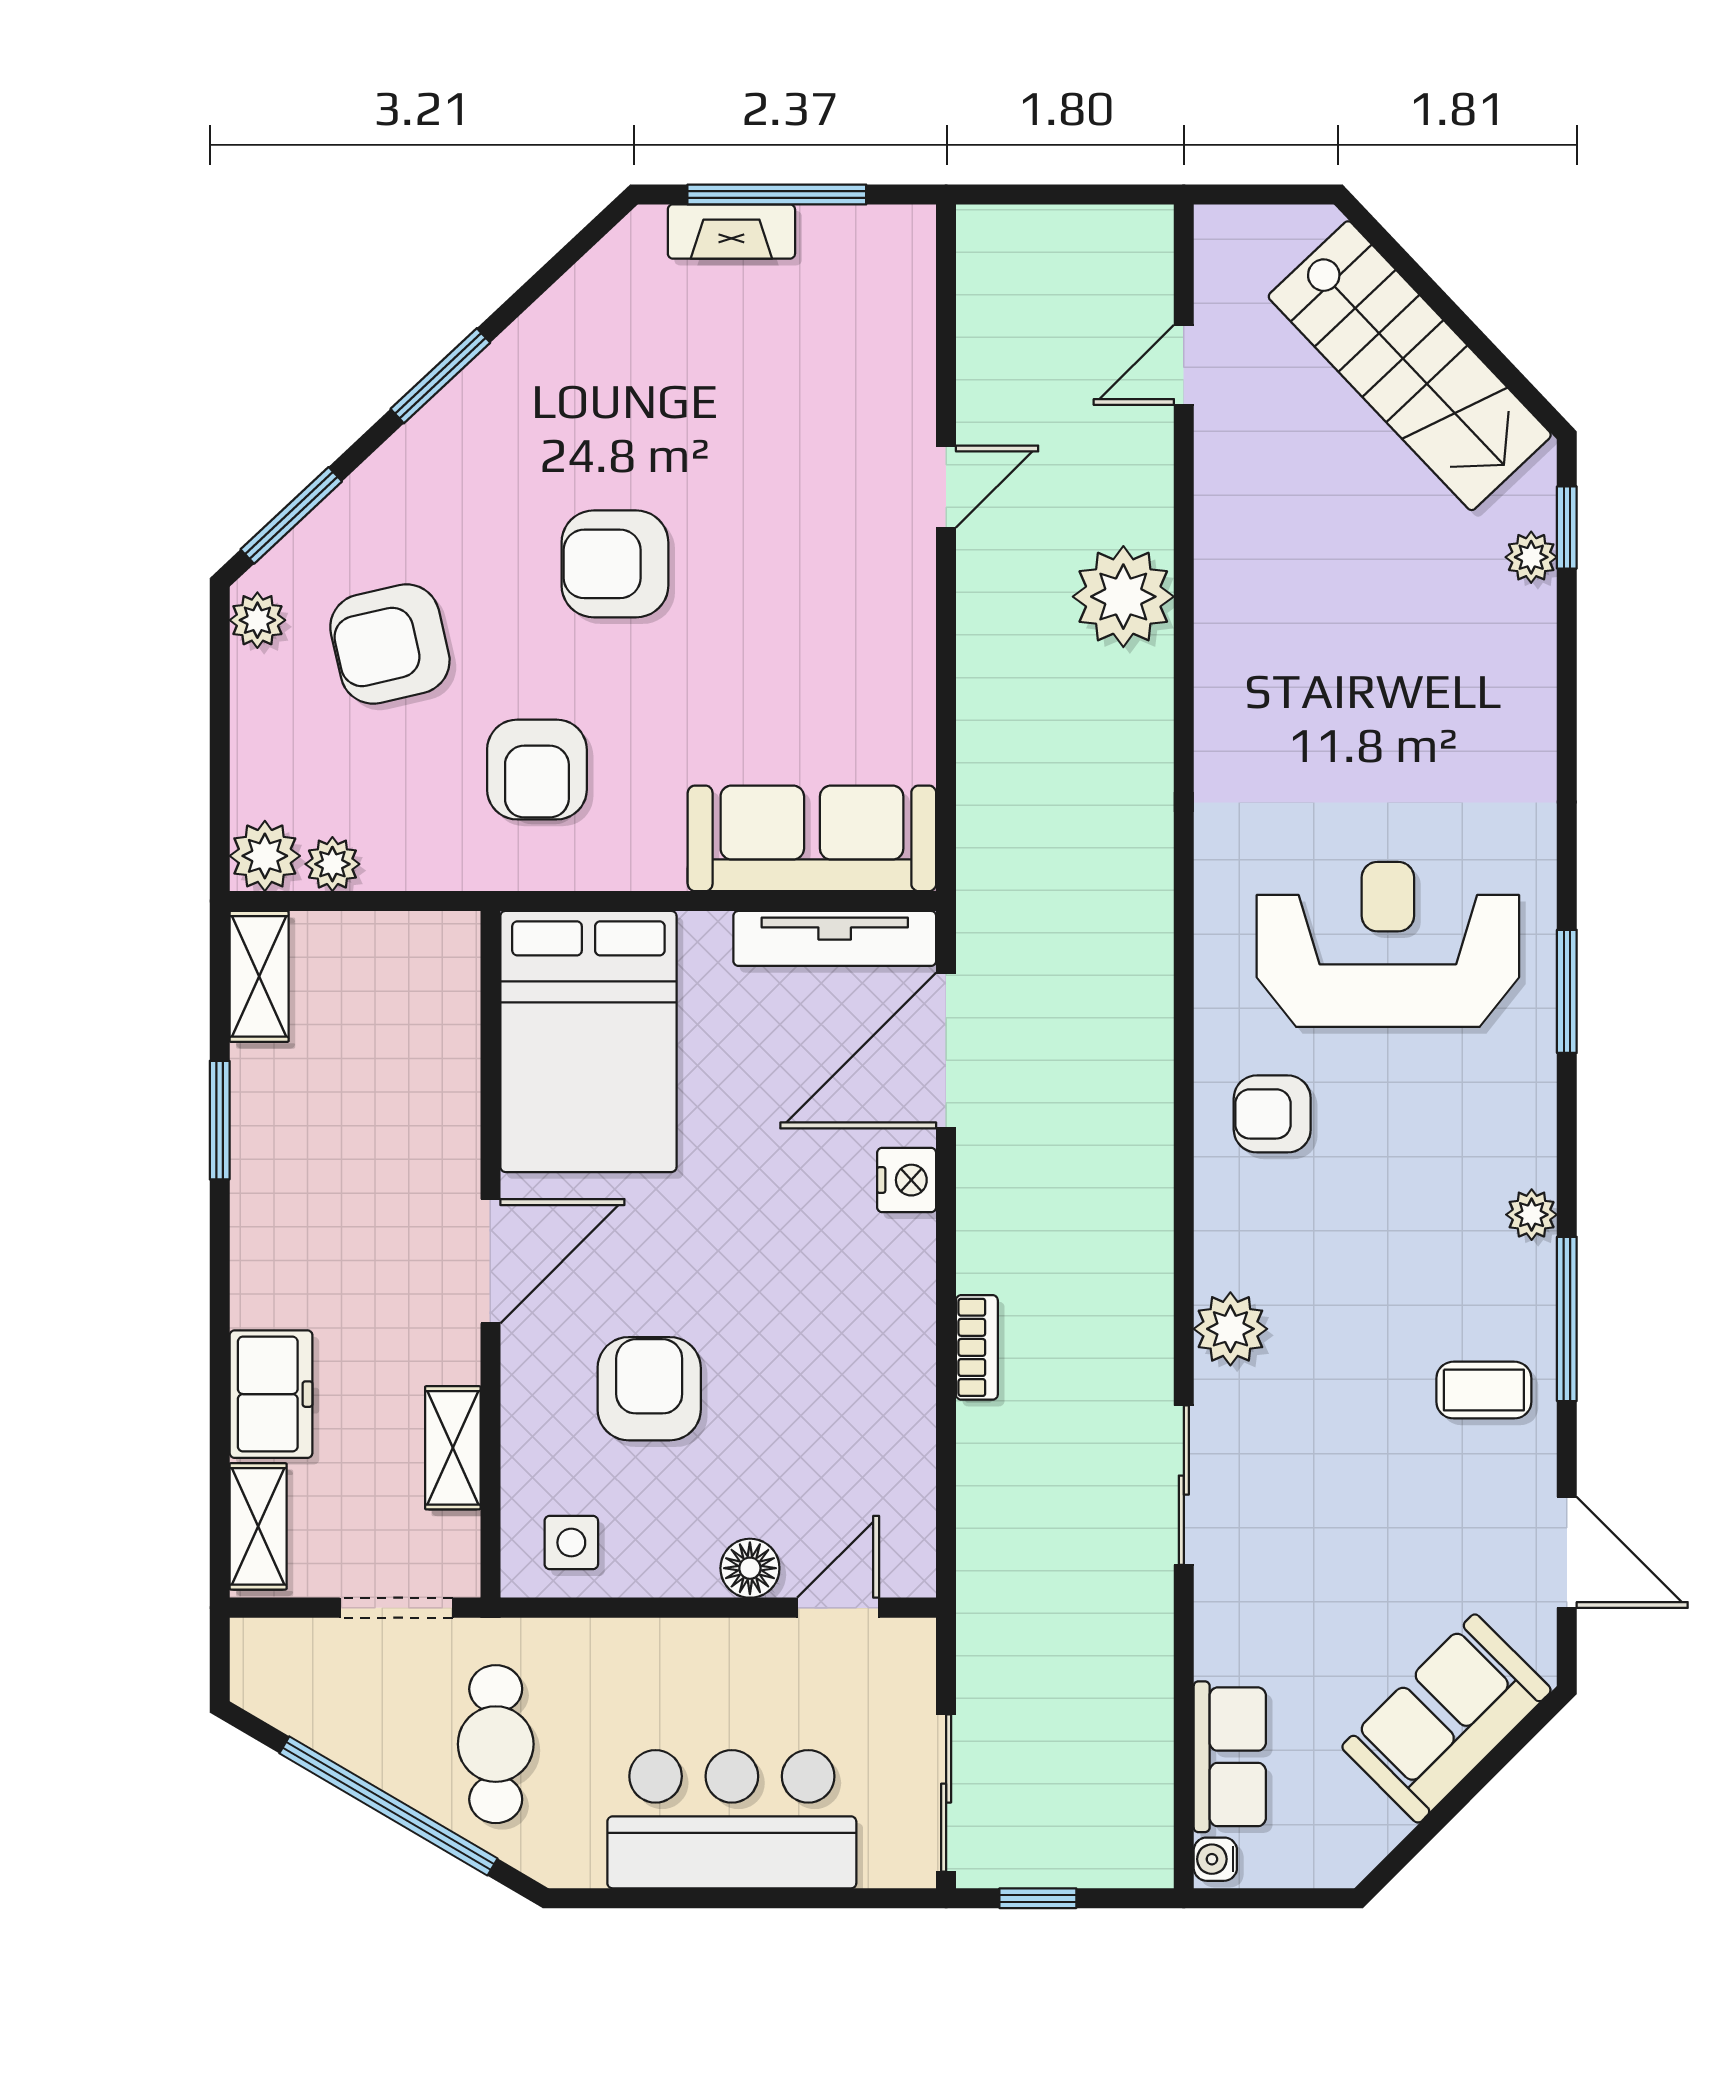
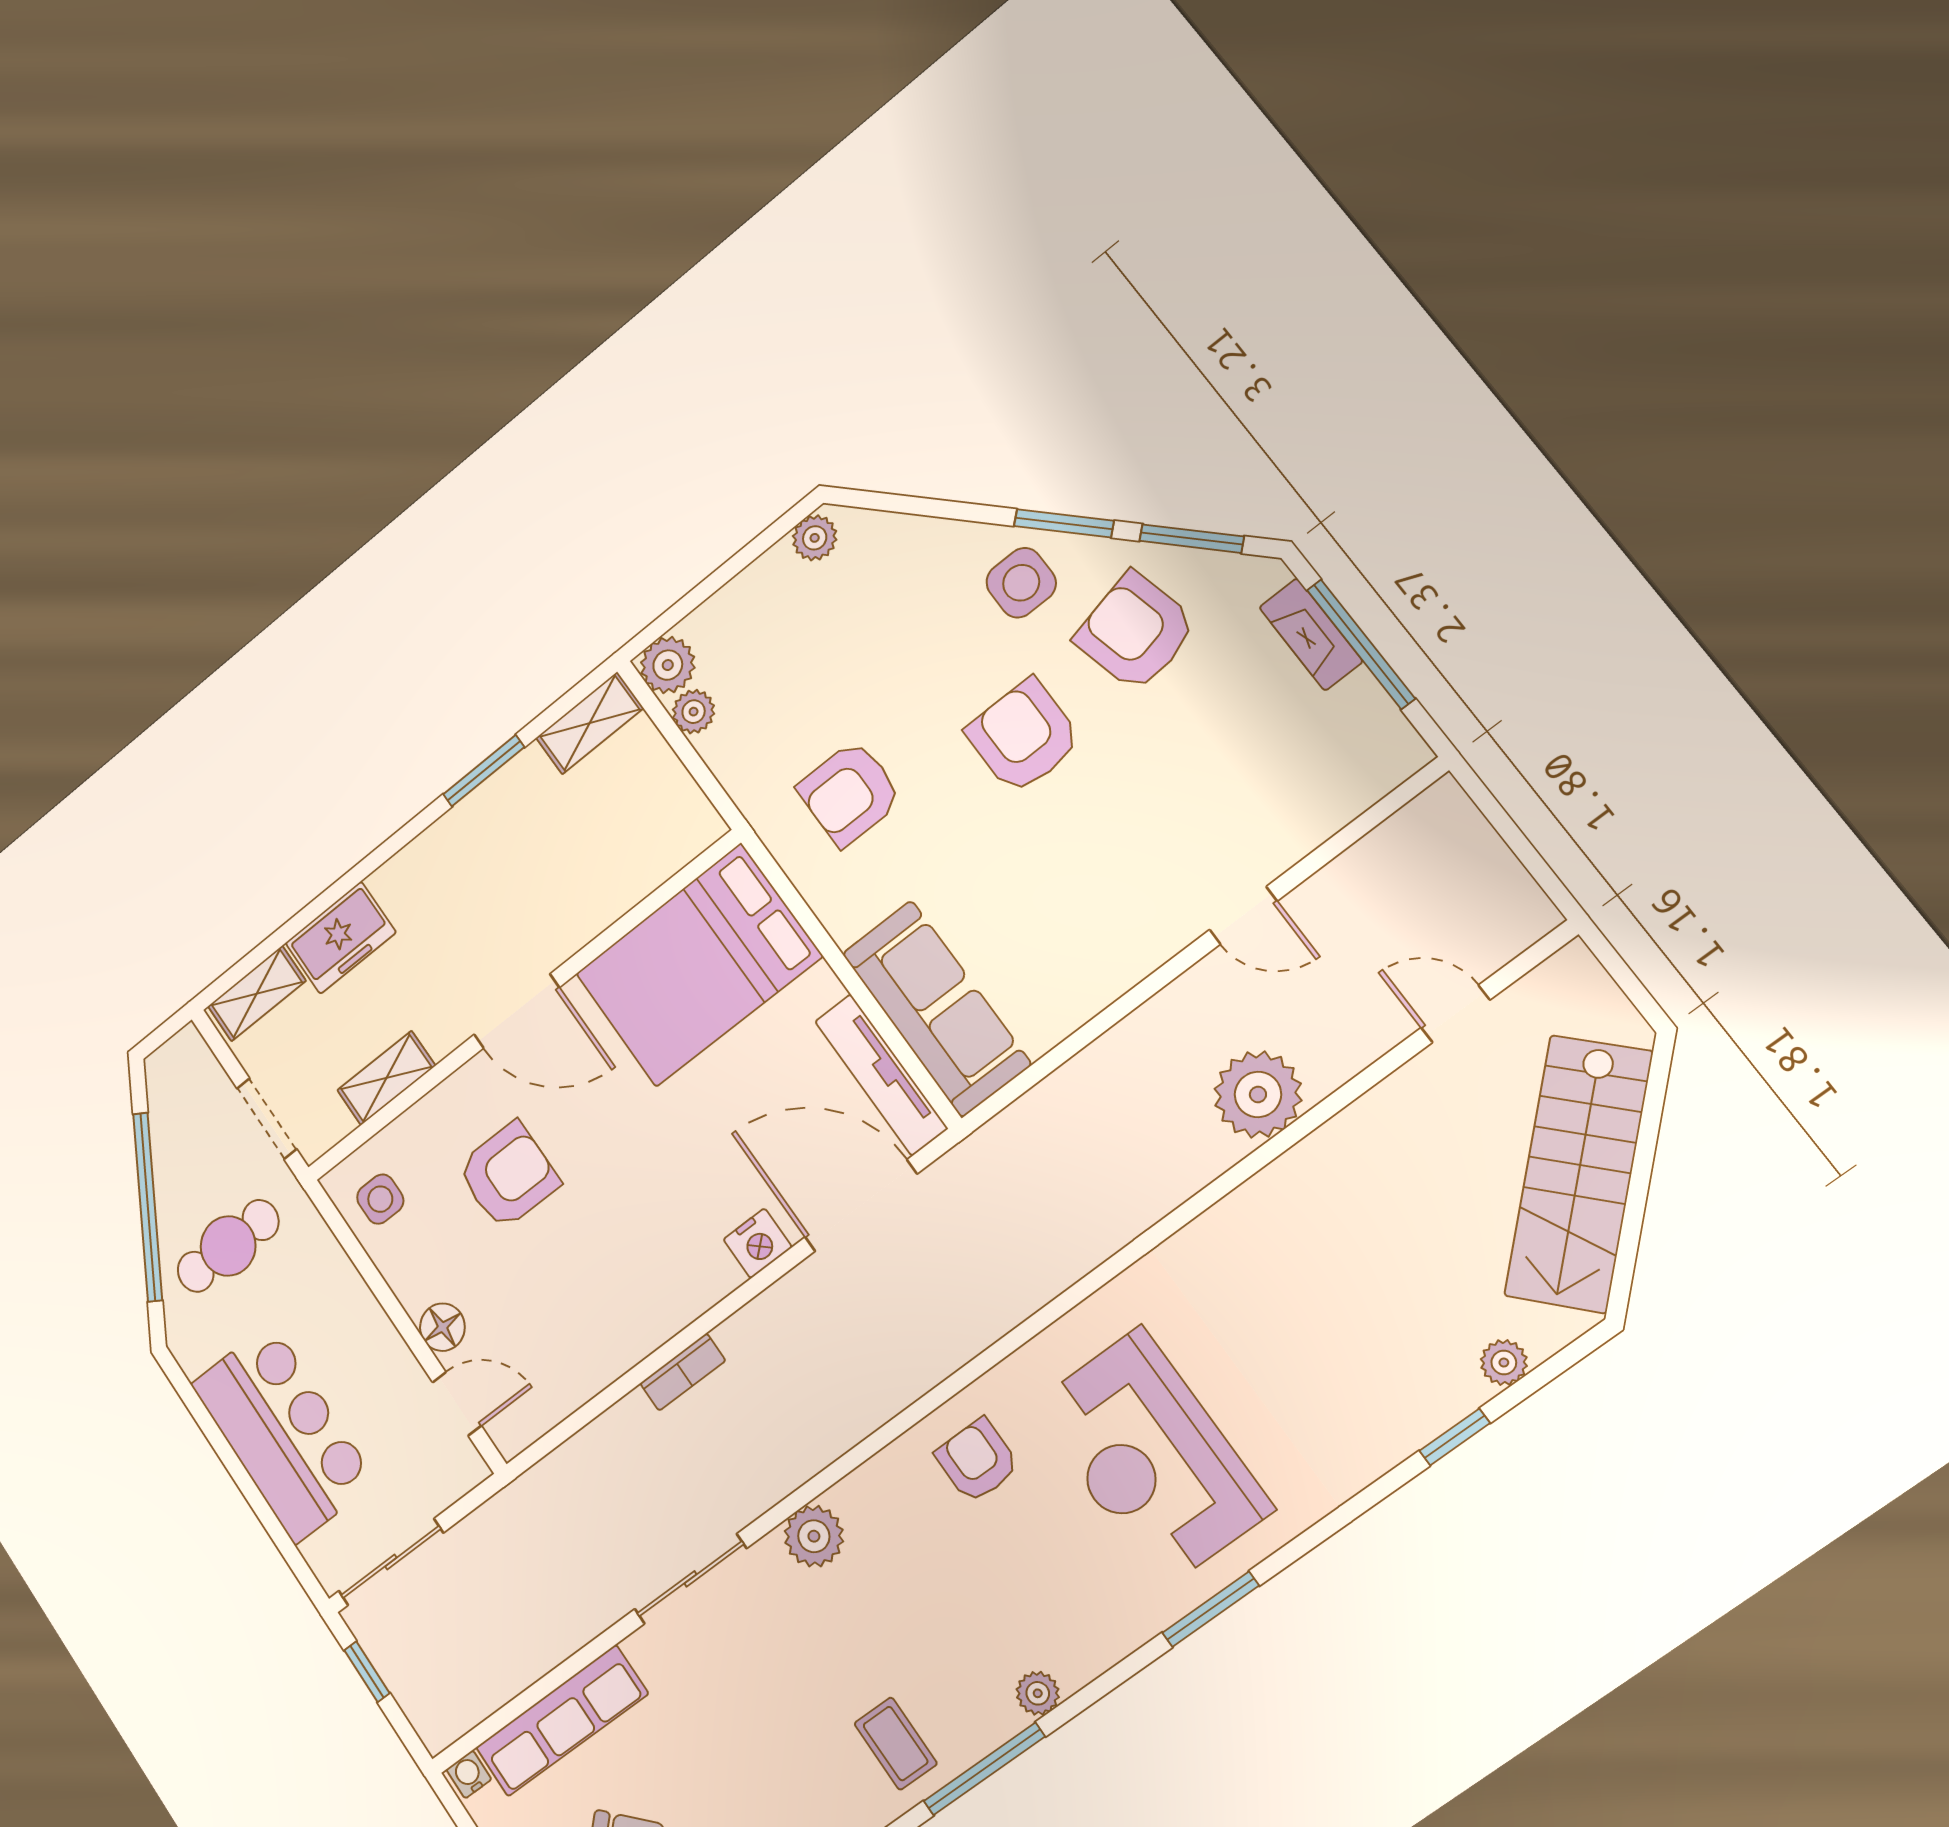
side table: (465, 457) -> (1021, 583), added
window: (291, 515) -> (1192, 539), moved
window: (1567, 527) -> (1455, 1437), moved
armchair: (390, 644) -> (1136, 632), moved
reception desk: (1388, 944) -> (1151, 1458), turned 180
row of seats: (1230, 1757) -> (562, 1721), width x1.48

